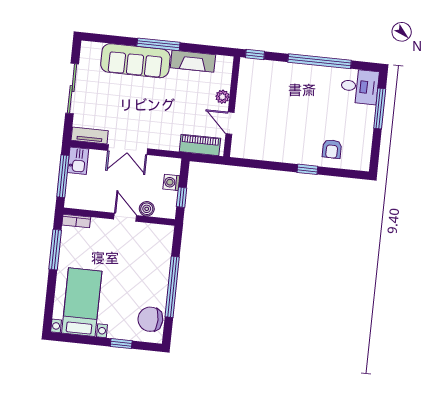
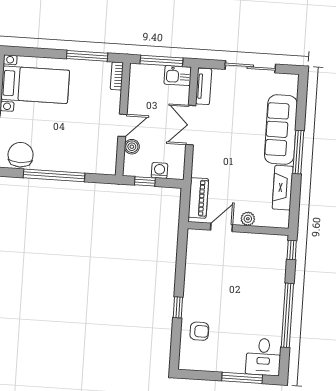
armchair: (332, 149) -> (199, 331), turned 180

